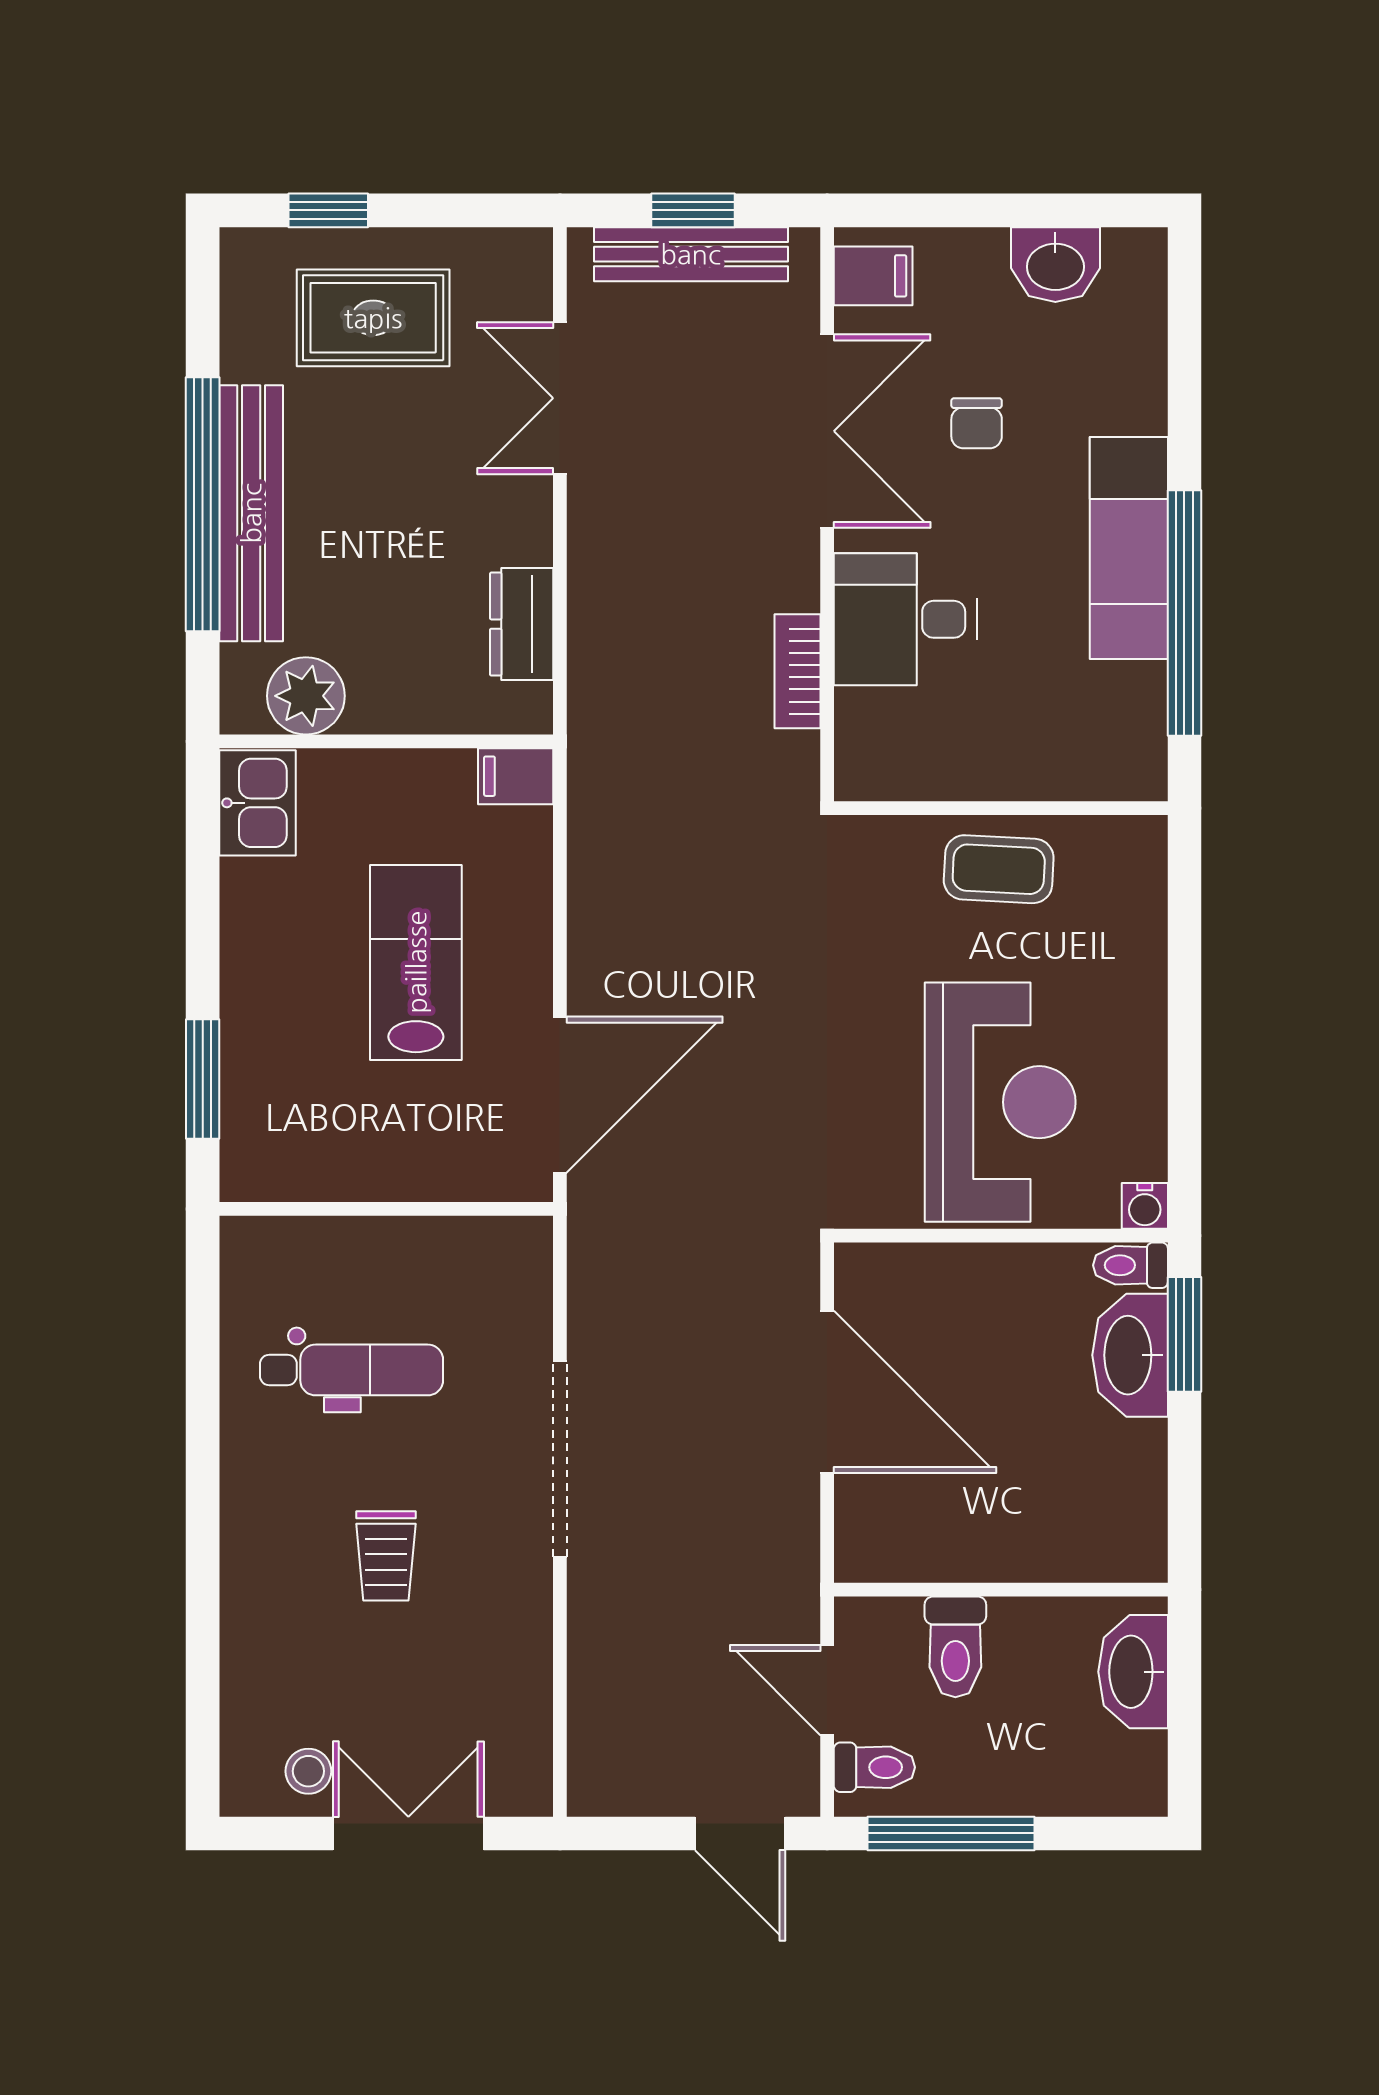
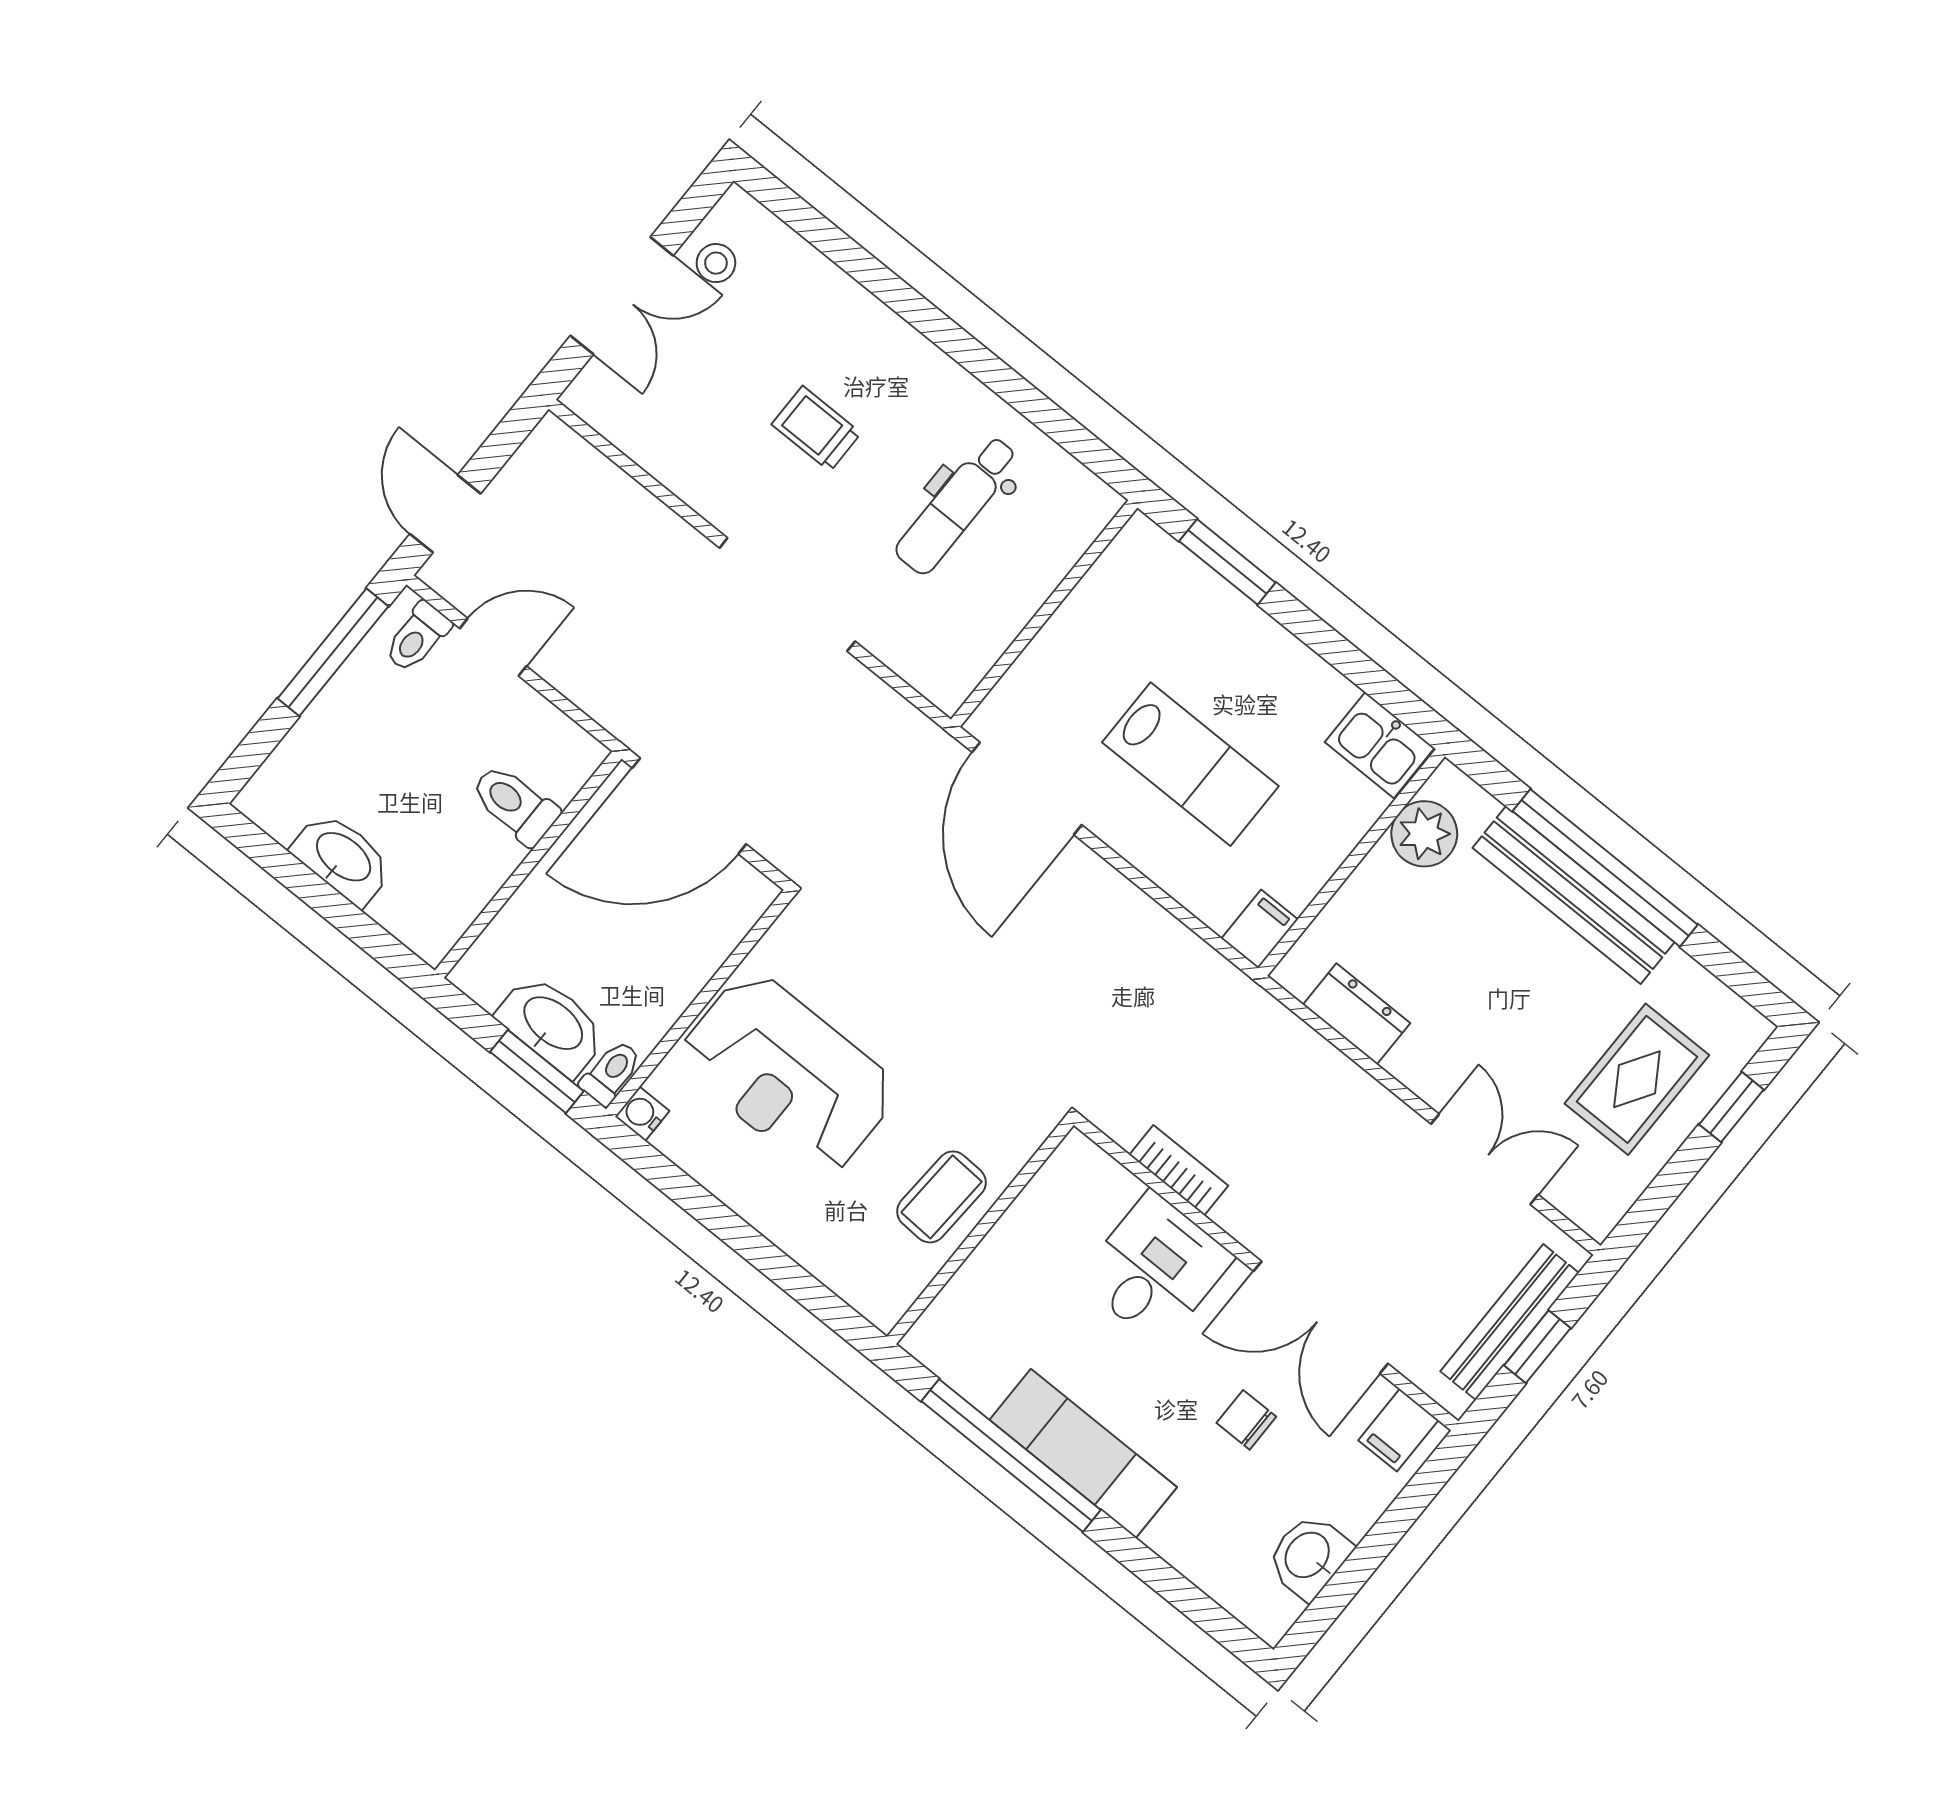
wall: (1001, 1590) -> (528, 865), moved
toilet: (955, 1647) -> (515, 804), moved
door: (740, 1833) -> (445, 514), hinge flipped

